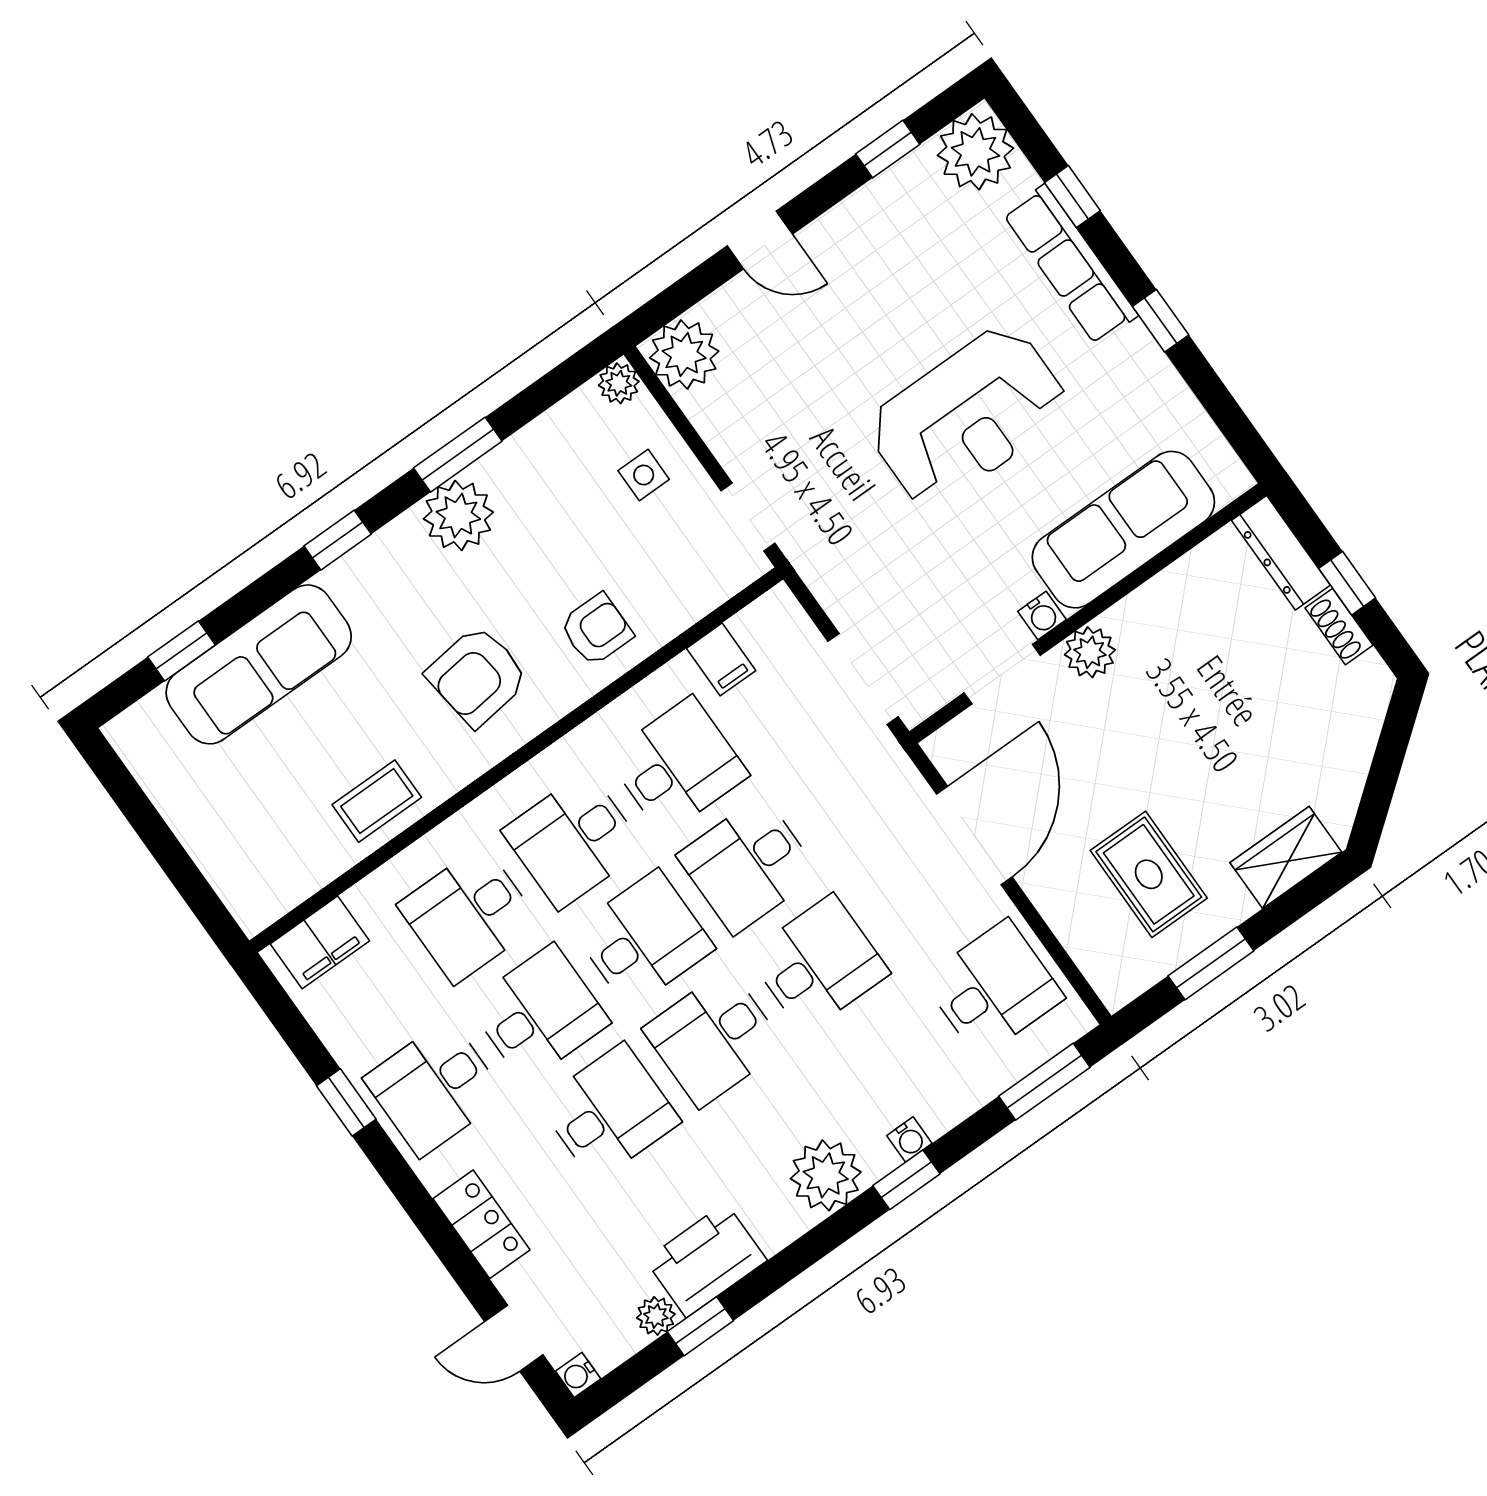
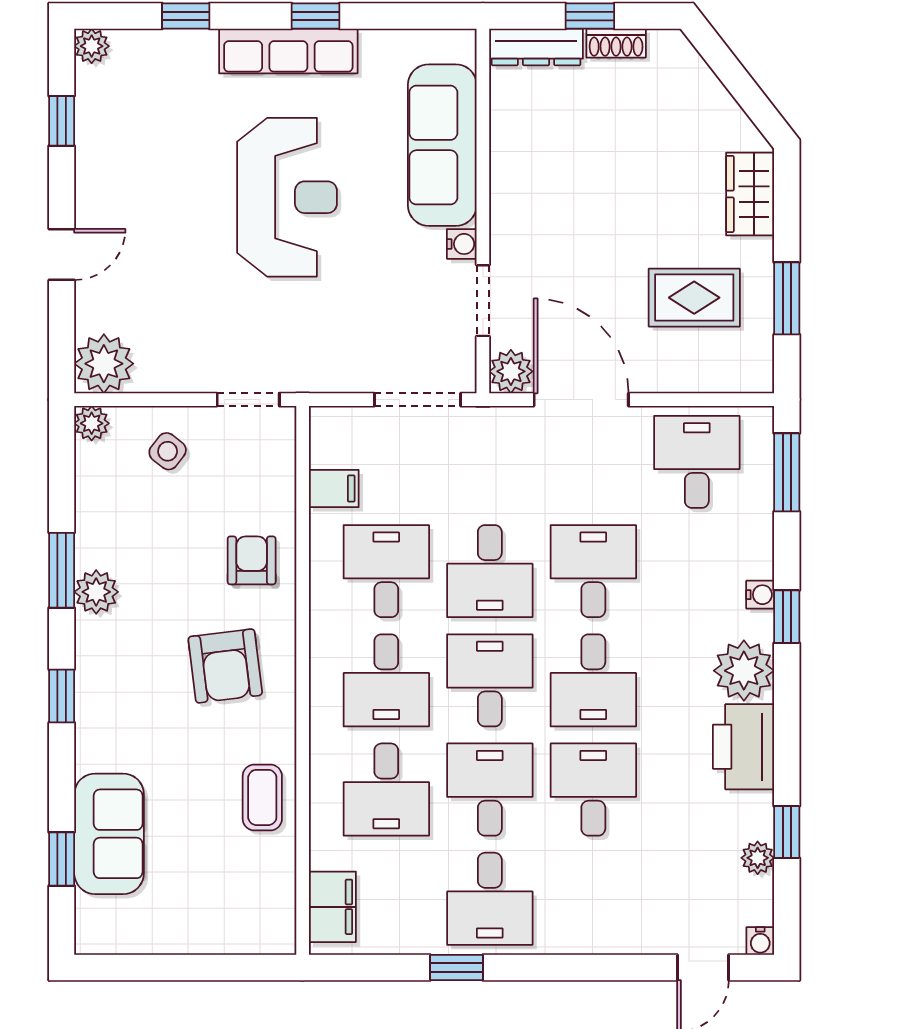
plant: (975, 152) -> (92, 46), width x0.53, depth x0.53
row of seats: (1070, 265) -> (288, 51), moved
side table: (644, 475) -> (168, 451), turned 38
plant: (458, 515) -> (96, 592), width x0.73, depth x0.73
plant: (1090, 652) -> (511, 371), moved
sofa: (259, 664) -> (109, 834), width x0.73
locker: (481, 1224) -> (608, 934), removed
printer: (706, 1260) -> (744, 747), moved

